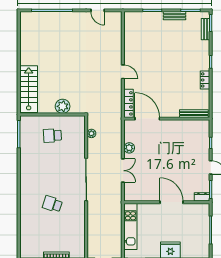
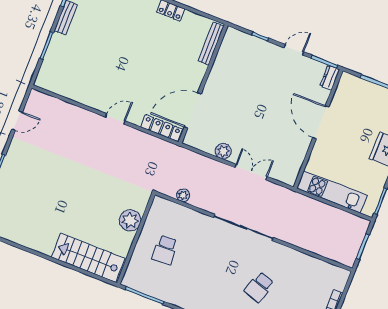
door: (171, 202) -> (321, 122), hinge flipped

